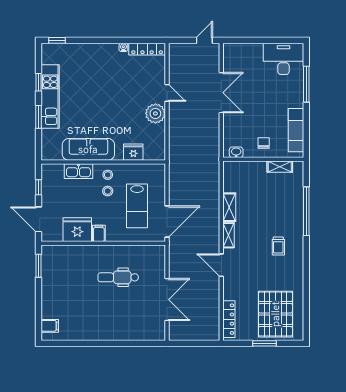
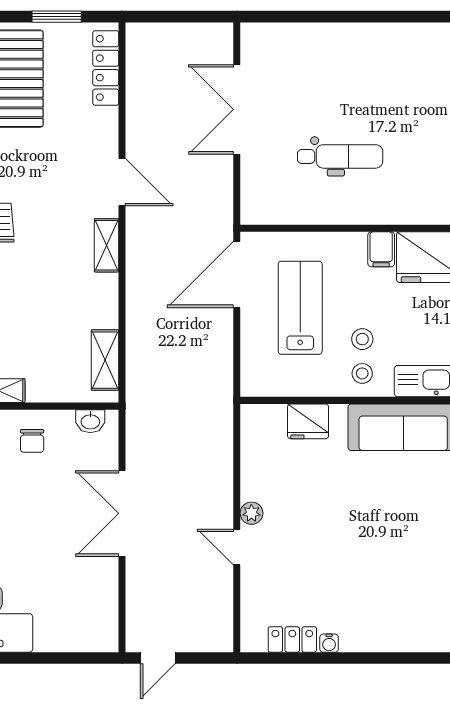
locker: (147, 49) -> (292, 639), width x0.66
double door: (221, 93) -> (122, 513), moved
plant: (155, 113) -> (251, 513), width x0.53, depth x0.53
shelving: (229, 207) -> (105, 360), moved
window: (264, 343) -> (57, 17), moved

